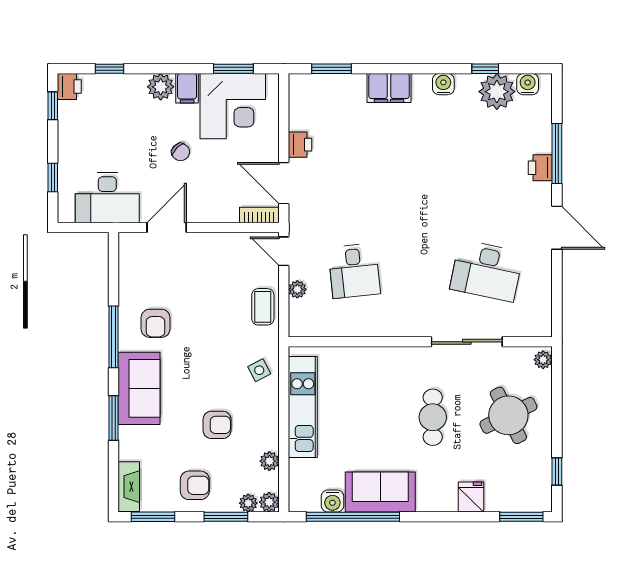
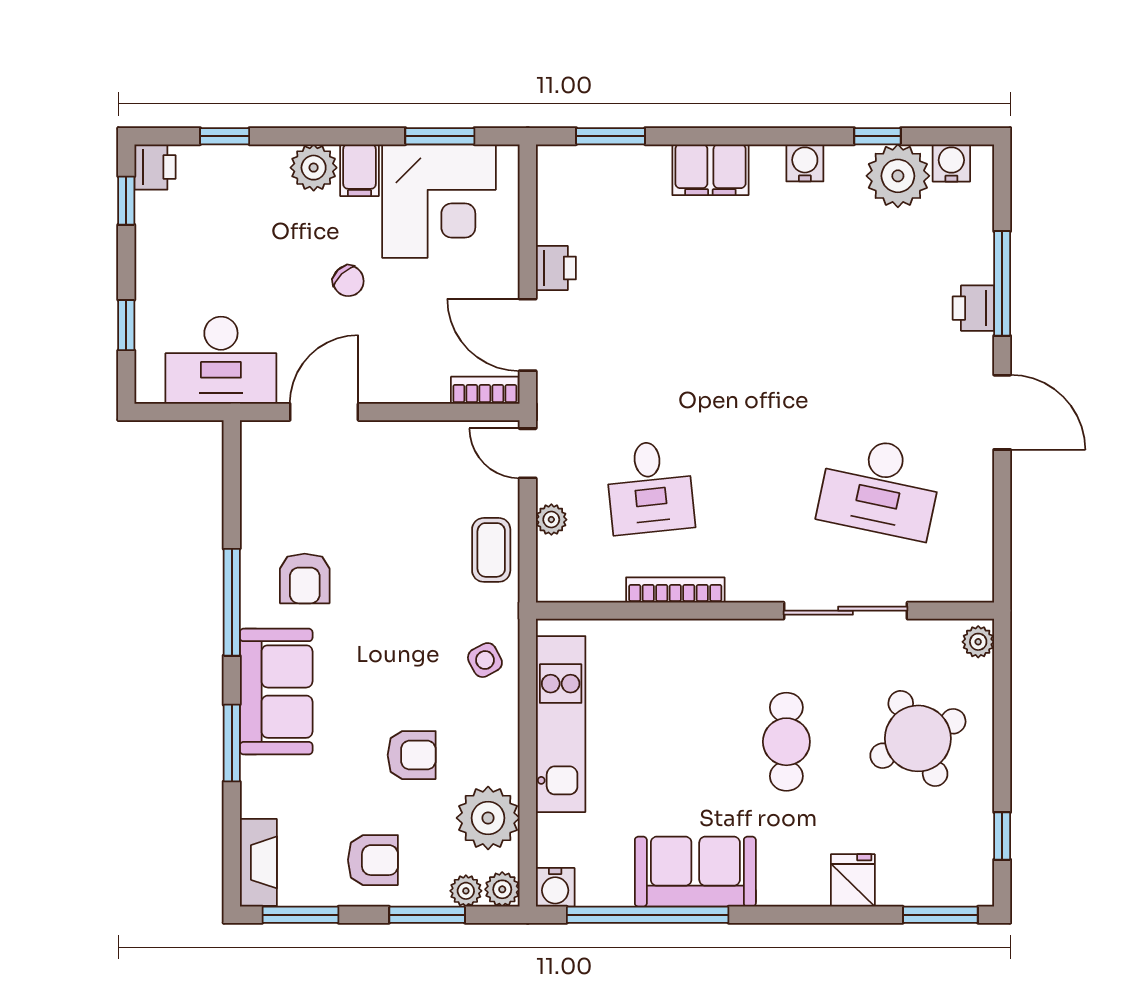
bookcase: (369, 330) -> (675, 590), added
plant: (269, 461) -> (488, 818), width x1.87, depth x1.87
water cooler: (332, 501) -> (555, 887), moved

